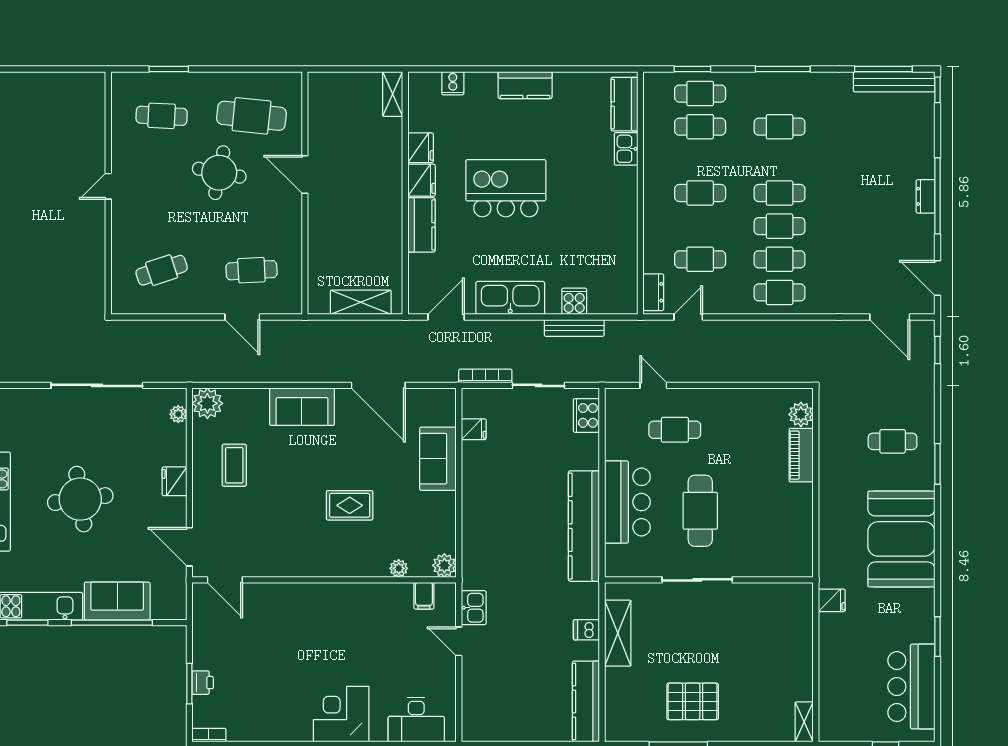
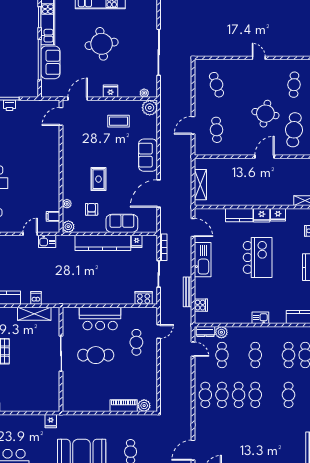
kitchen sink: (626, 149) -> (260, 318), moved
plant: (655, 260) -> (221, 332), added
cooker: (574, 301) -> (201, 305), moved
armchair: (410, 519) -> (92, 209), added
kitchen counter: (584, 526) -> (103, 243), moved, turned 180

